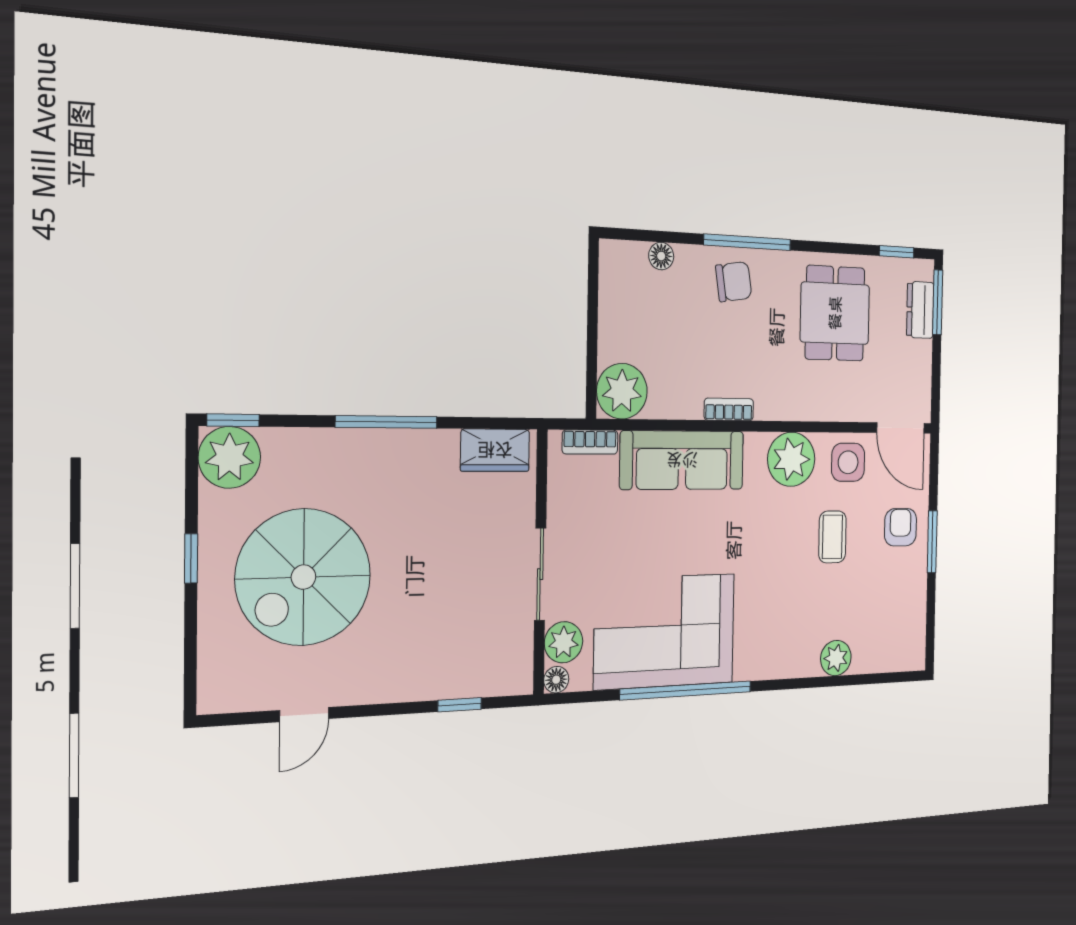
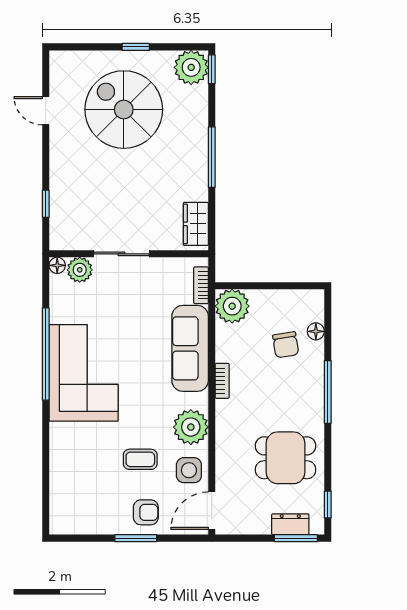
chair: (734, 282) -> (286, 345), moved
corner sofa: (665, 631) -> (84, 373), moved
plant: (836, 658) -> (61, 464), removed

